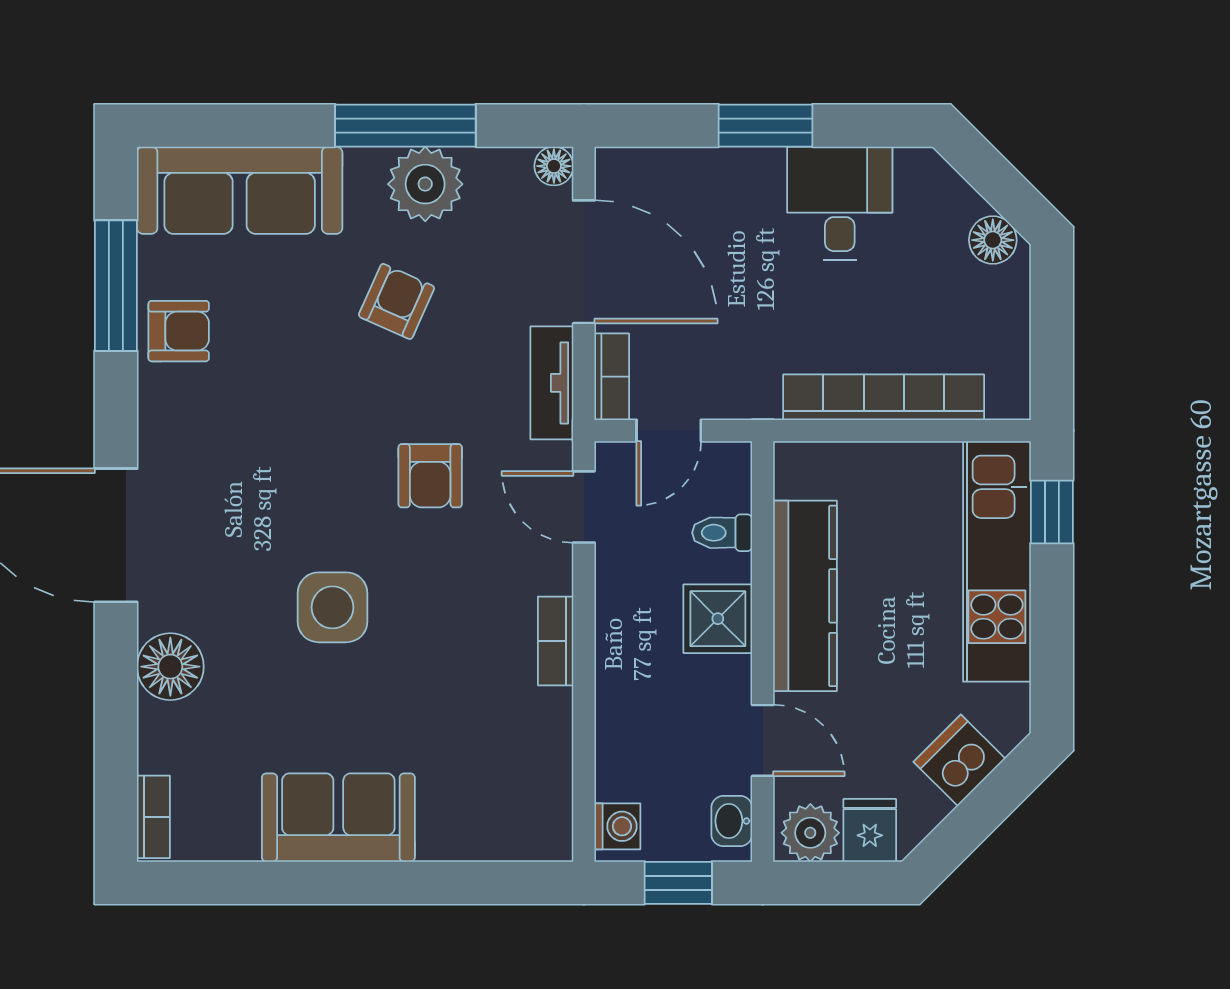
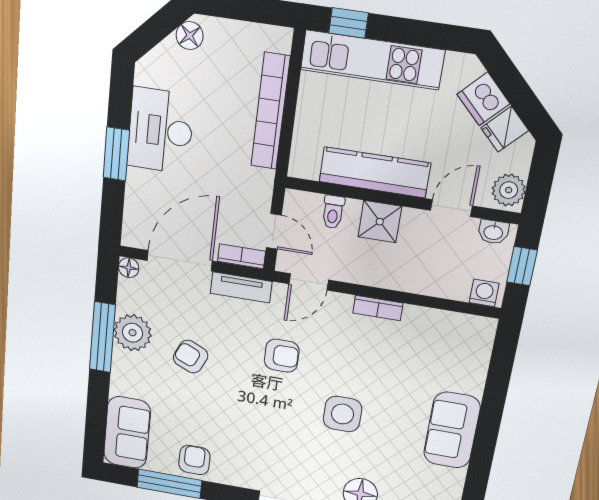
sofa: (240, 190) -> (127, 433), width x0.73
desk: (840, 203) -> (160, 131), width x1.37
fridge: (870, 830) -> (505, 129), moved, turned -45

